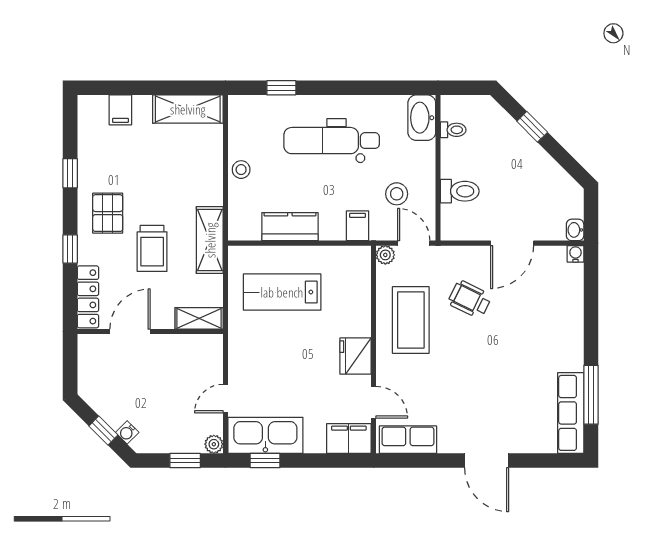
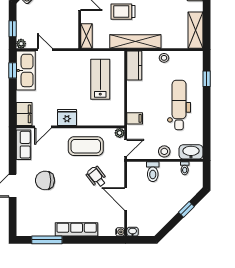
stool: (397, 194) -> (164, 151), moved
kitchen counter: (290, 227) -> (134, 66), moved
shelving: (210, 240) -> (135, 42), width x1.47
wheelchair: (470, 299) -> (96, 177), turned -64
chair: (477, 398) -> (45, 180), added
row of seats: (571, 413) -> (77, 229), moved

